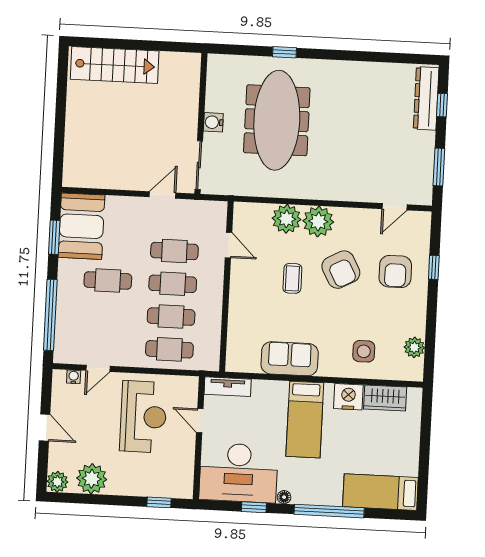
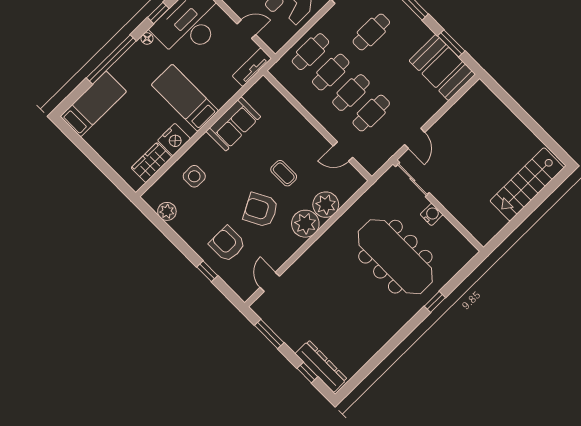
cafe table: (108, 280) -> (371, 32), moved

